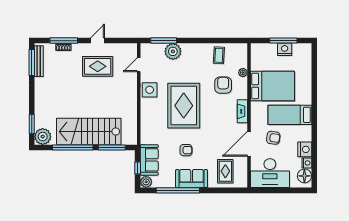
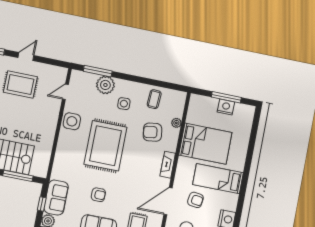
side table: (193, 65) -> (124, 104), added
armchair: (223, 85) -> (152, 132), turned -98

